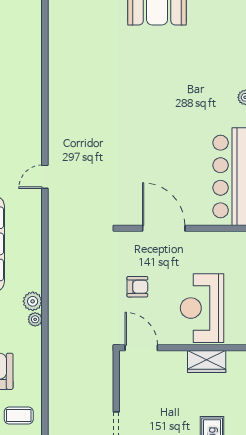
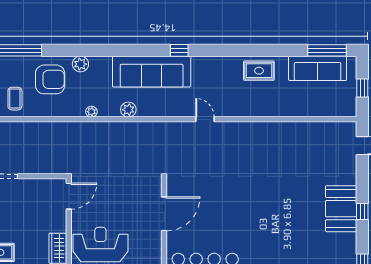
armchair: (137, 287) -> (117, 193), removed
plant: (33, 301) -> (128, 110), moved

